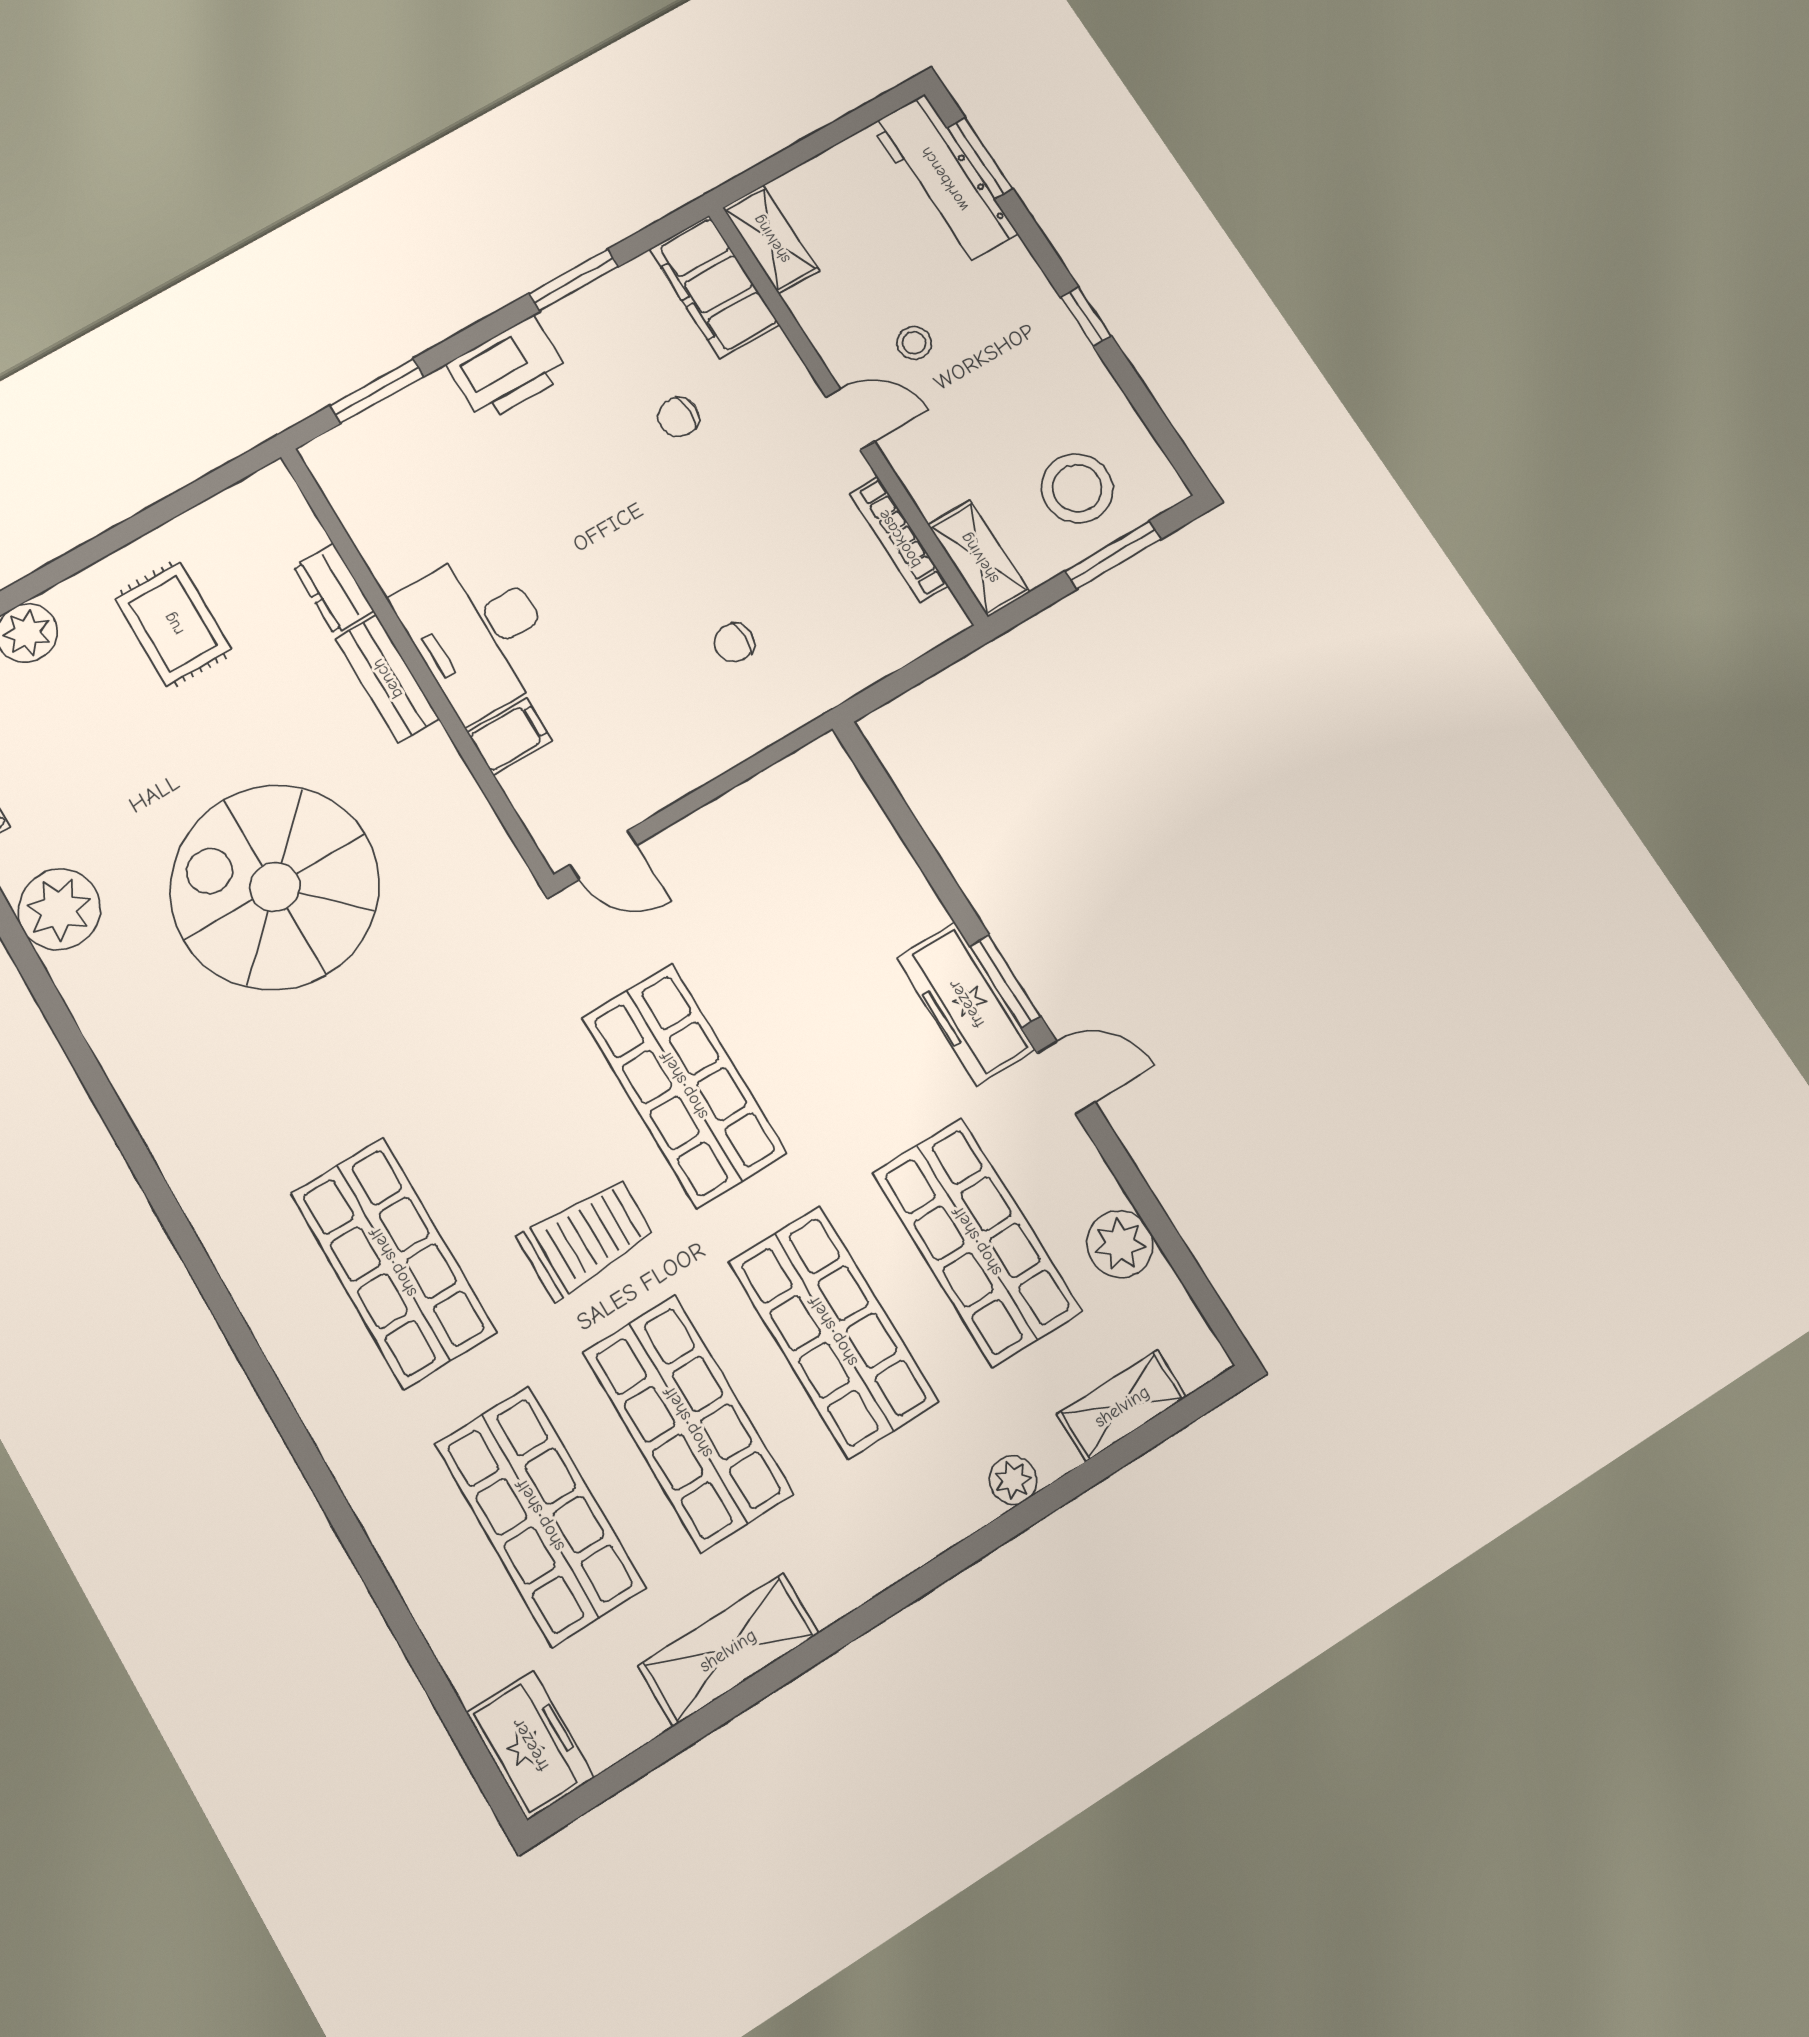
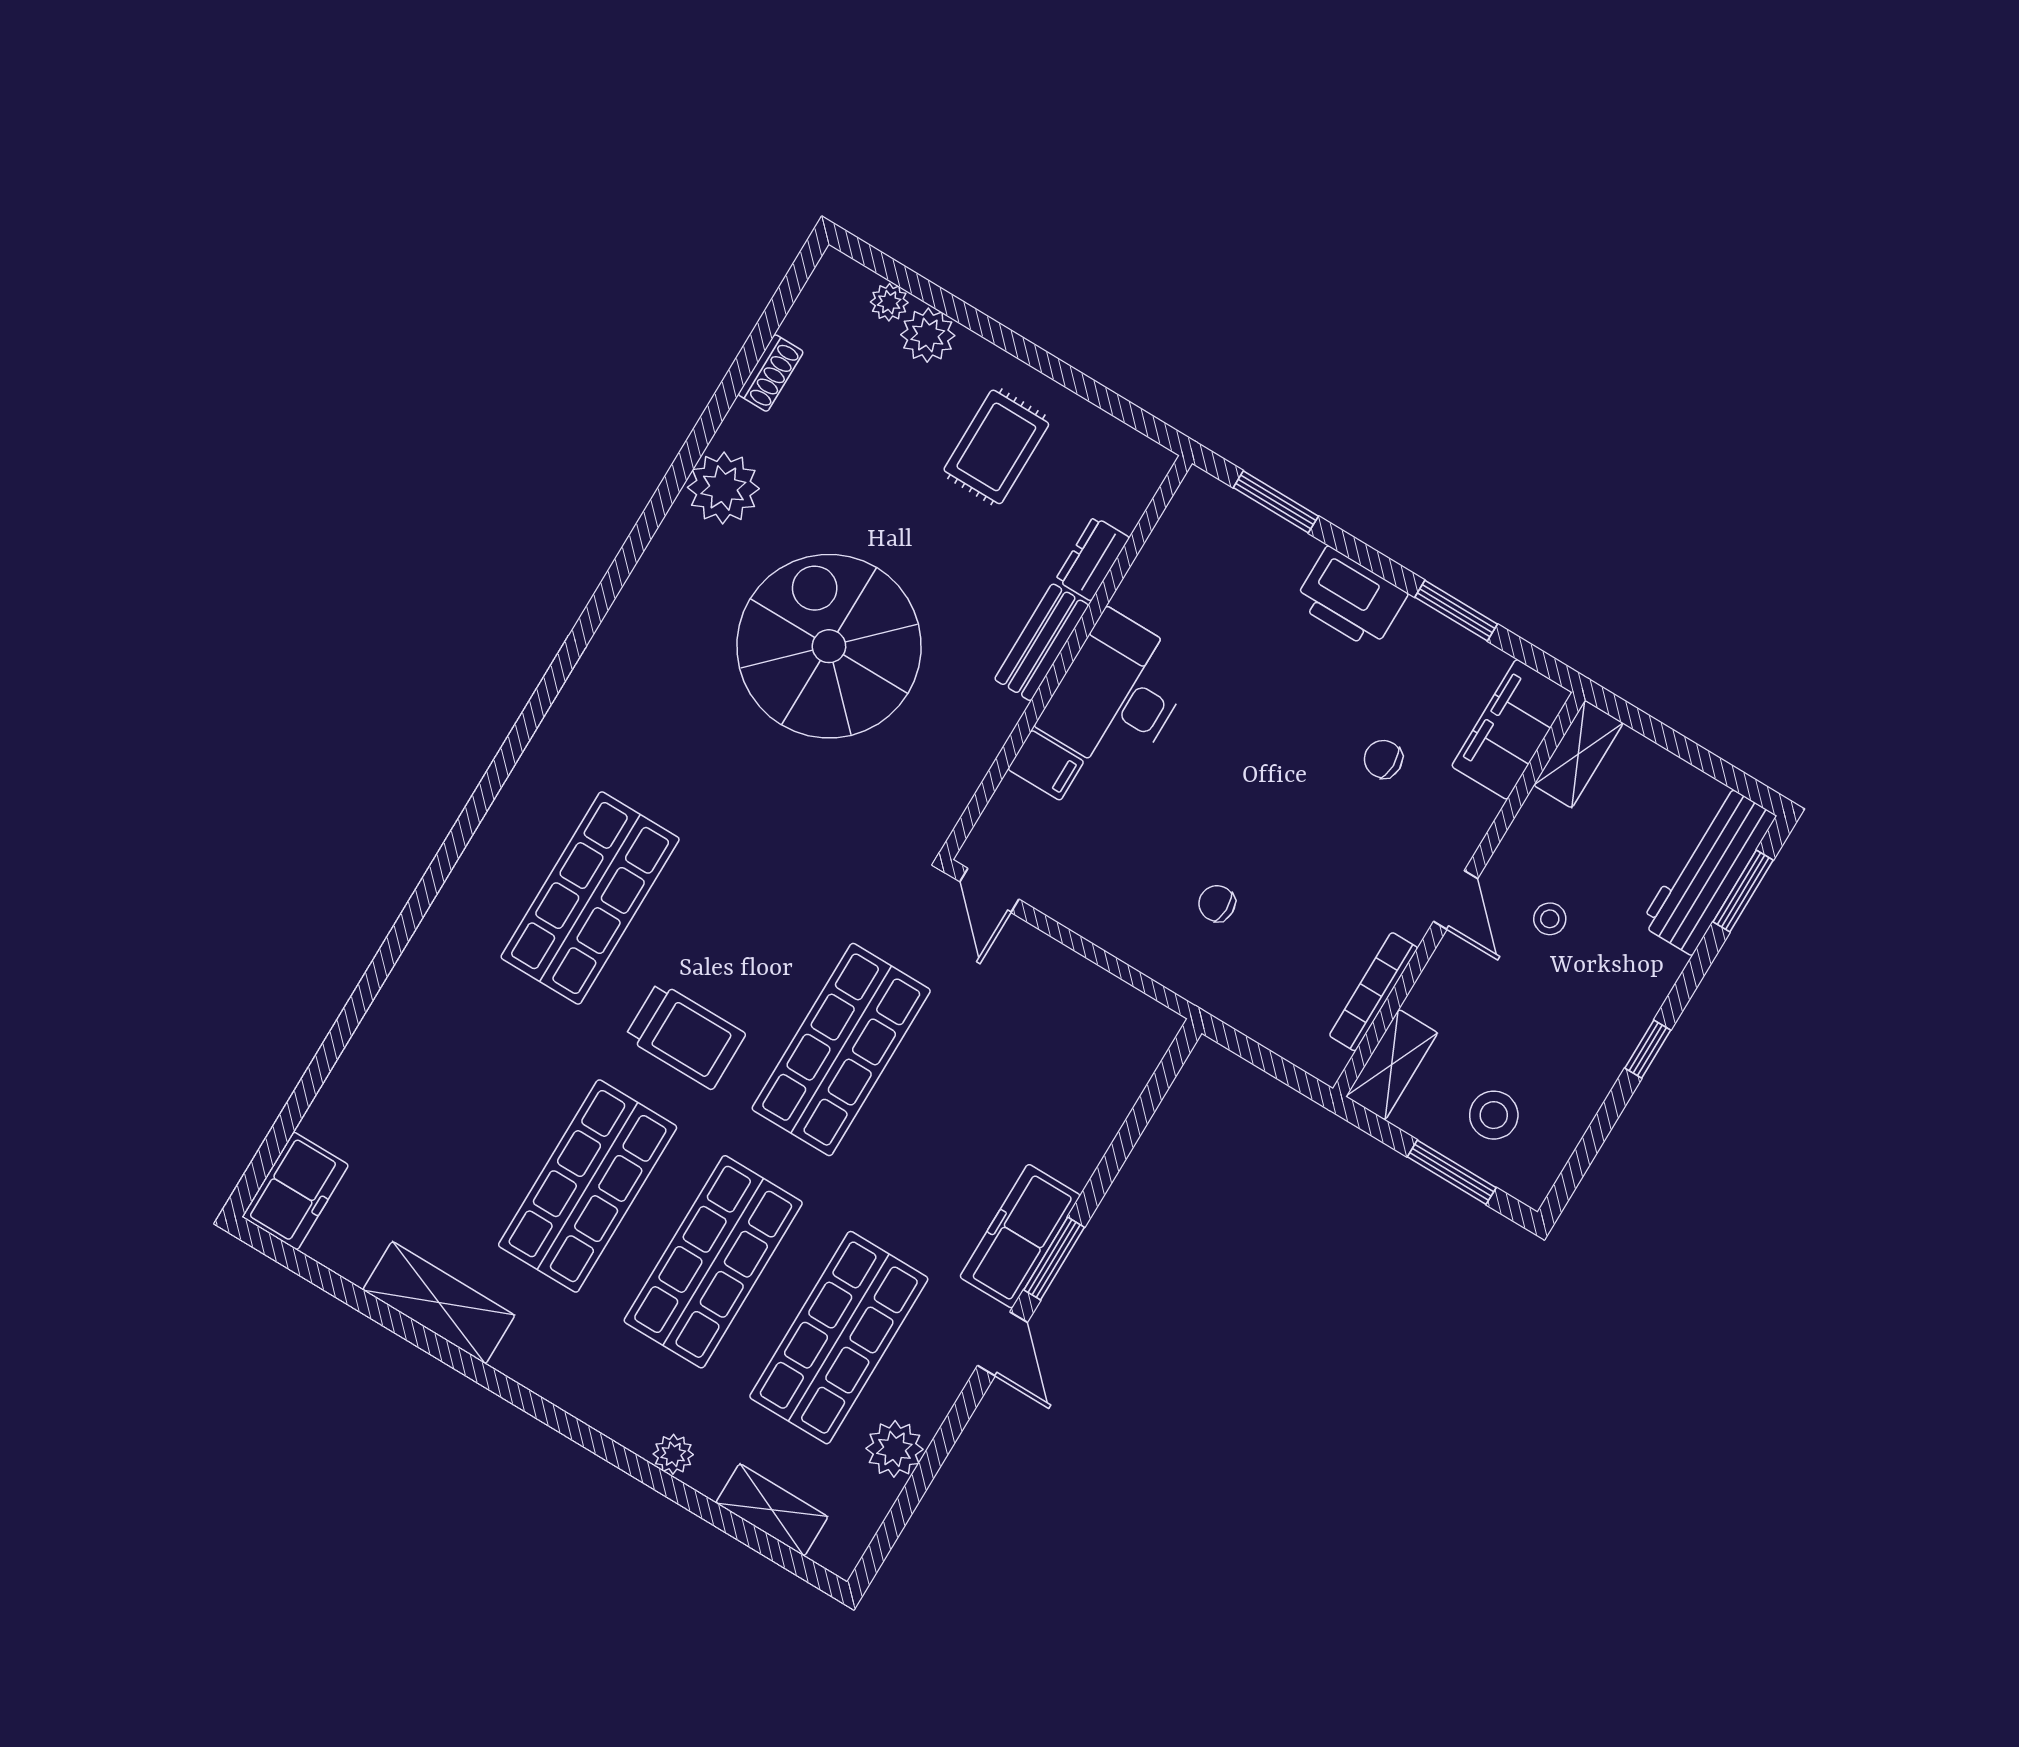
stool: (1077, 488) -> (1494, 1115), width x0.73, depth x0.73
shop shelf: (540, 1516) -> (462, 1110), removed

